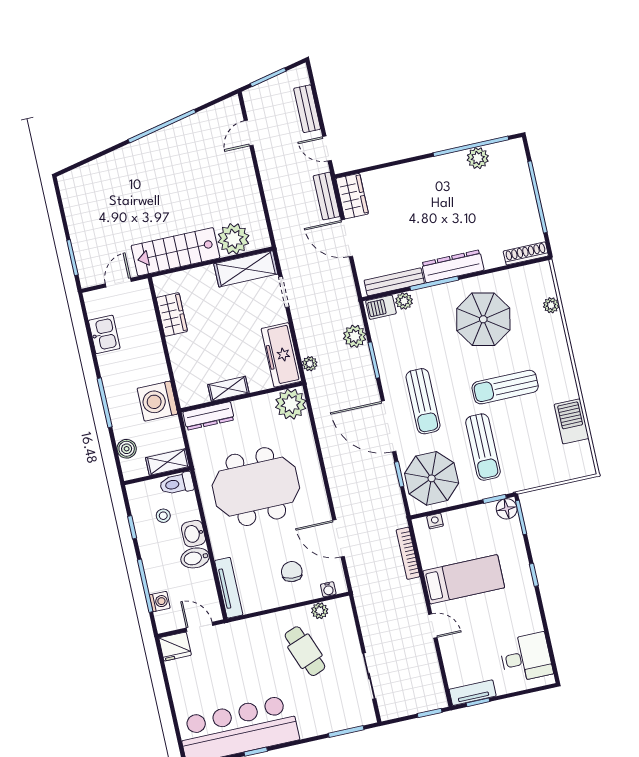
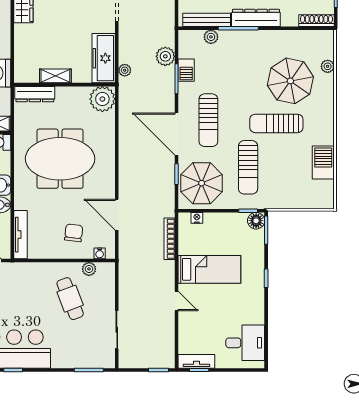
barbecue: (381, 307) -> (186, 70), moved, turned -90
parasol: (483, 319) -> (290, 81), moved

